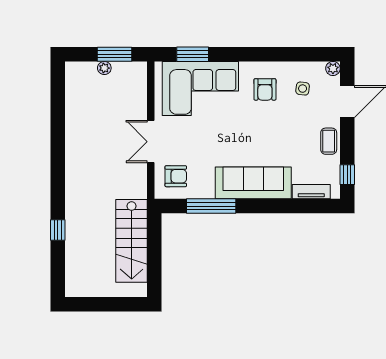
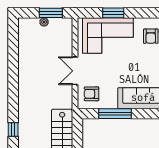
window: (193, 54) -> (113, 13), moved
armchair: (176, 176) -> (92, 94), turned 180

